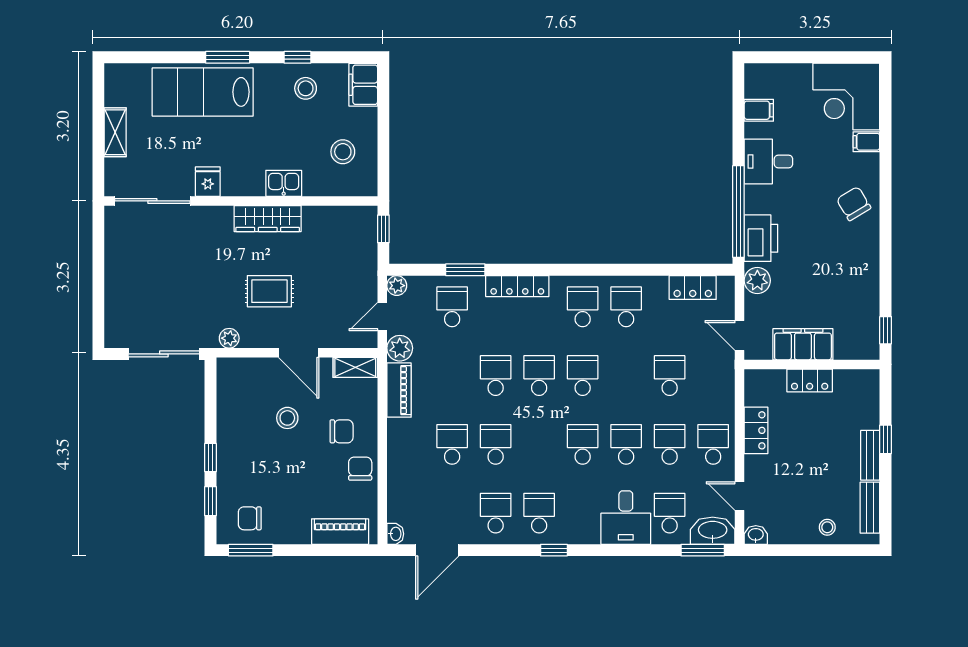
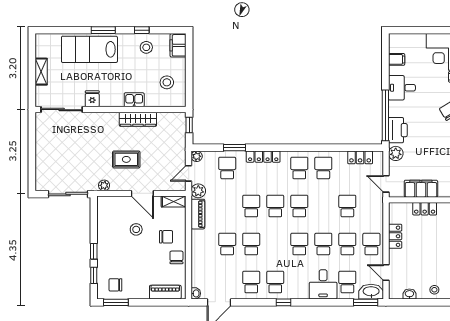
wardrobe: (268, 219) -> (138, 119), moved
washbasin: (756, 535) -> (409, 294), moved

